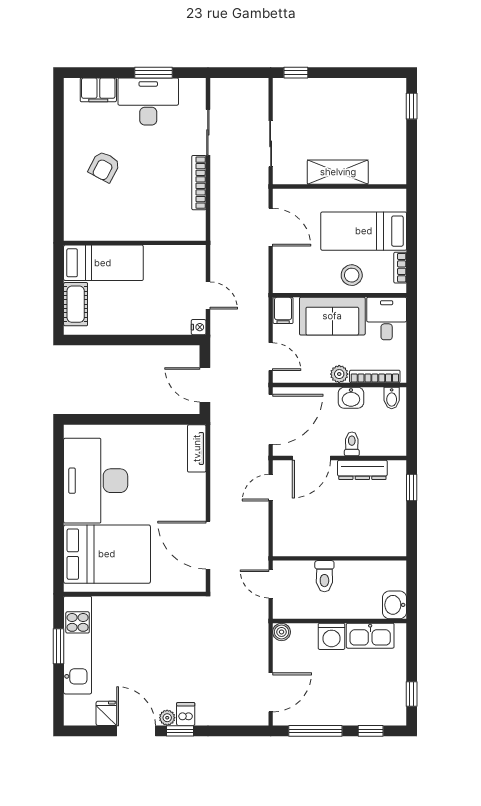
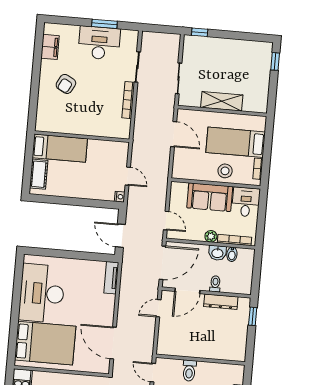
filing cabinet: (98, 90) -> (50, 47), moved, turned -90
filing cabinet: (283, 310) -> (177, 190), removed
bidet: (392, 398) -> (232, 254), moved

